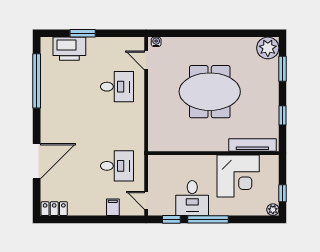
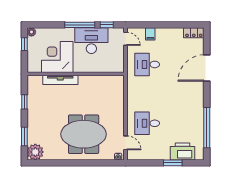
meeting table: (210, 92) -> (84, 134), moved
tv unit: (252, 145) -> (60, 80), moved
desk: (192, 198) -> (91, 41), width x1.37

